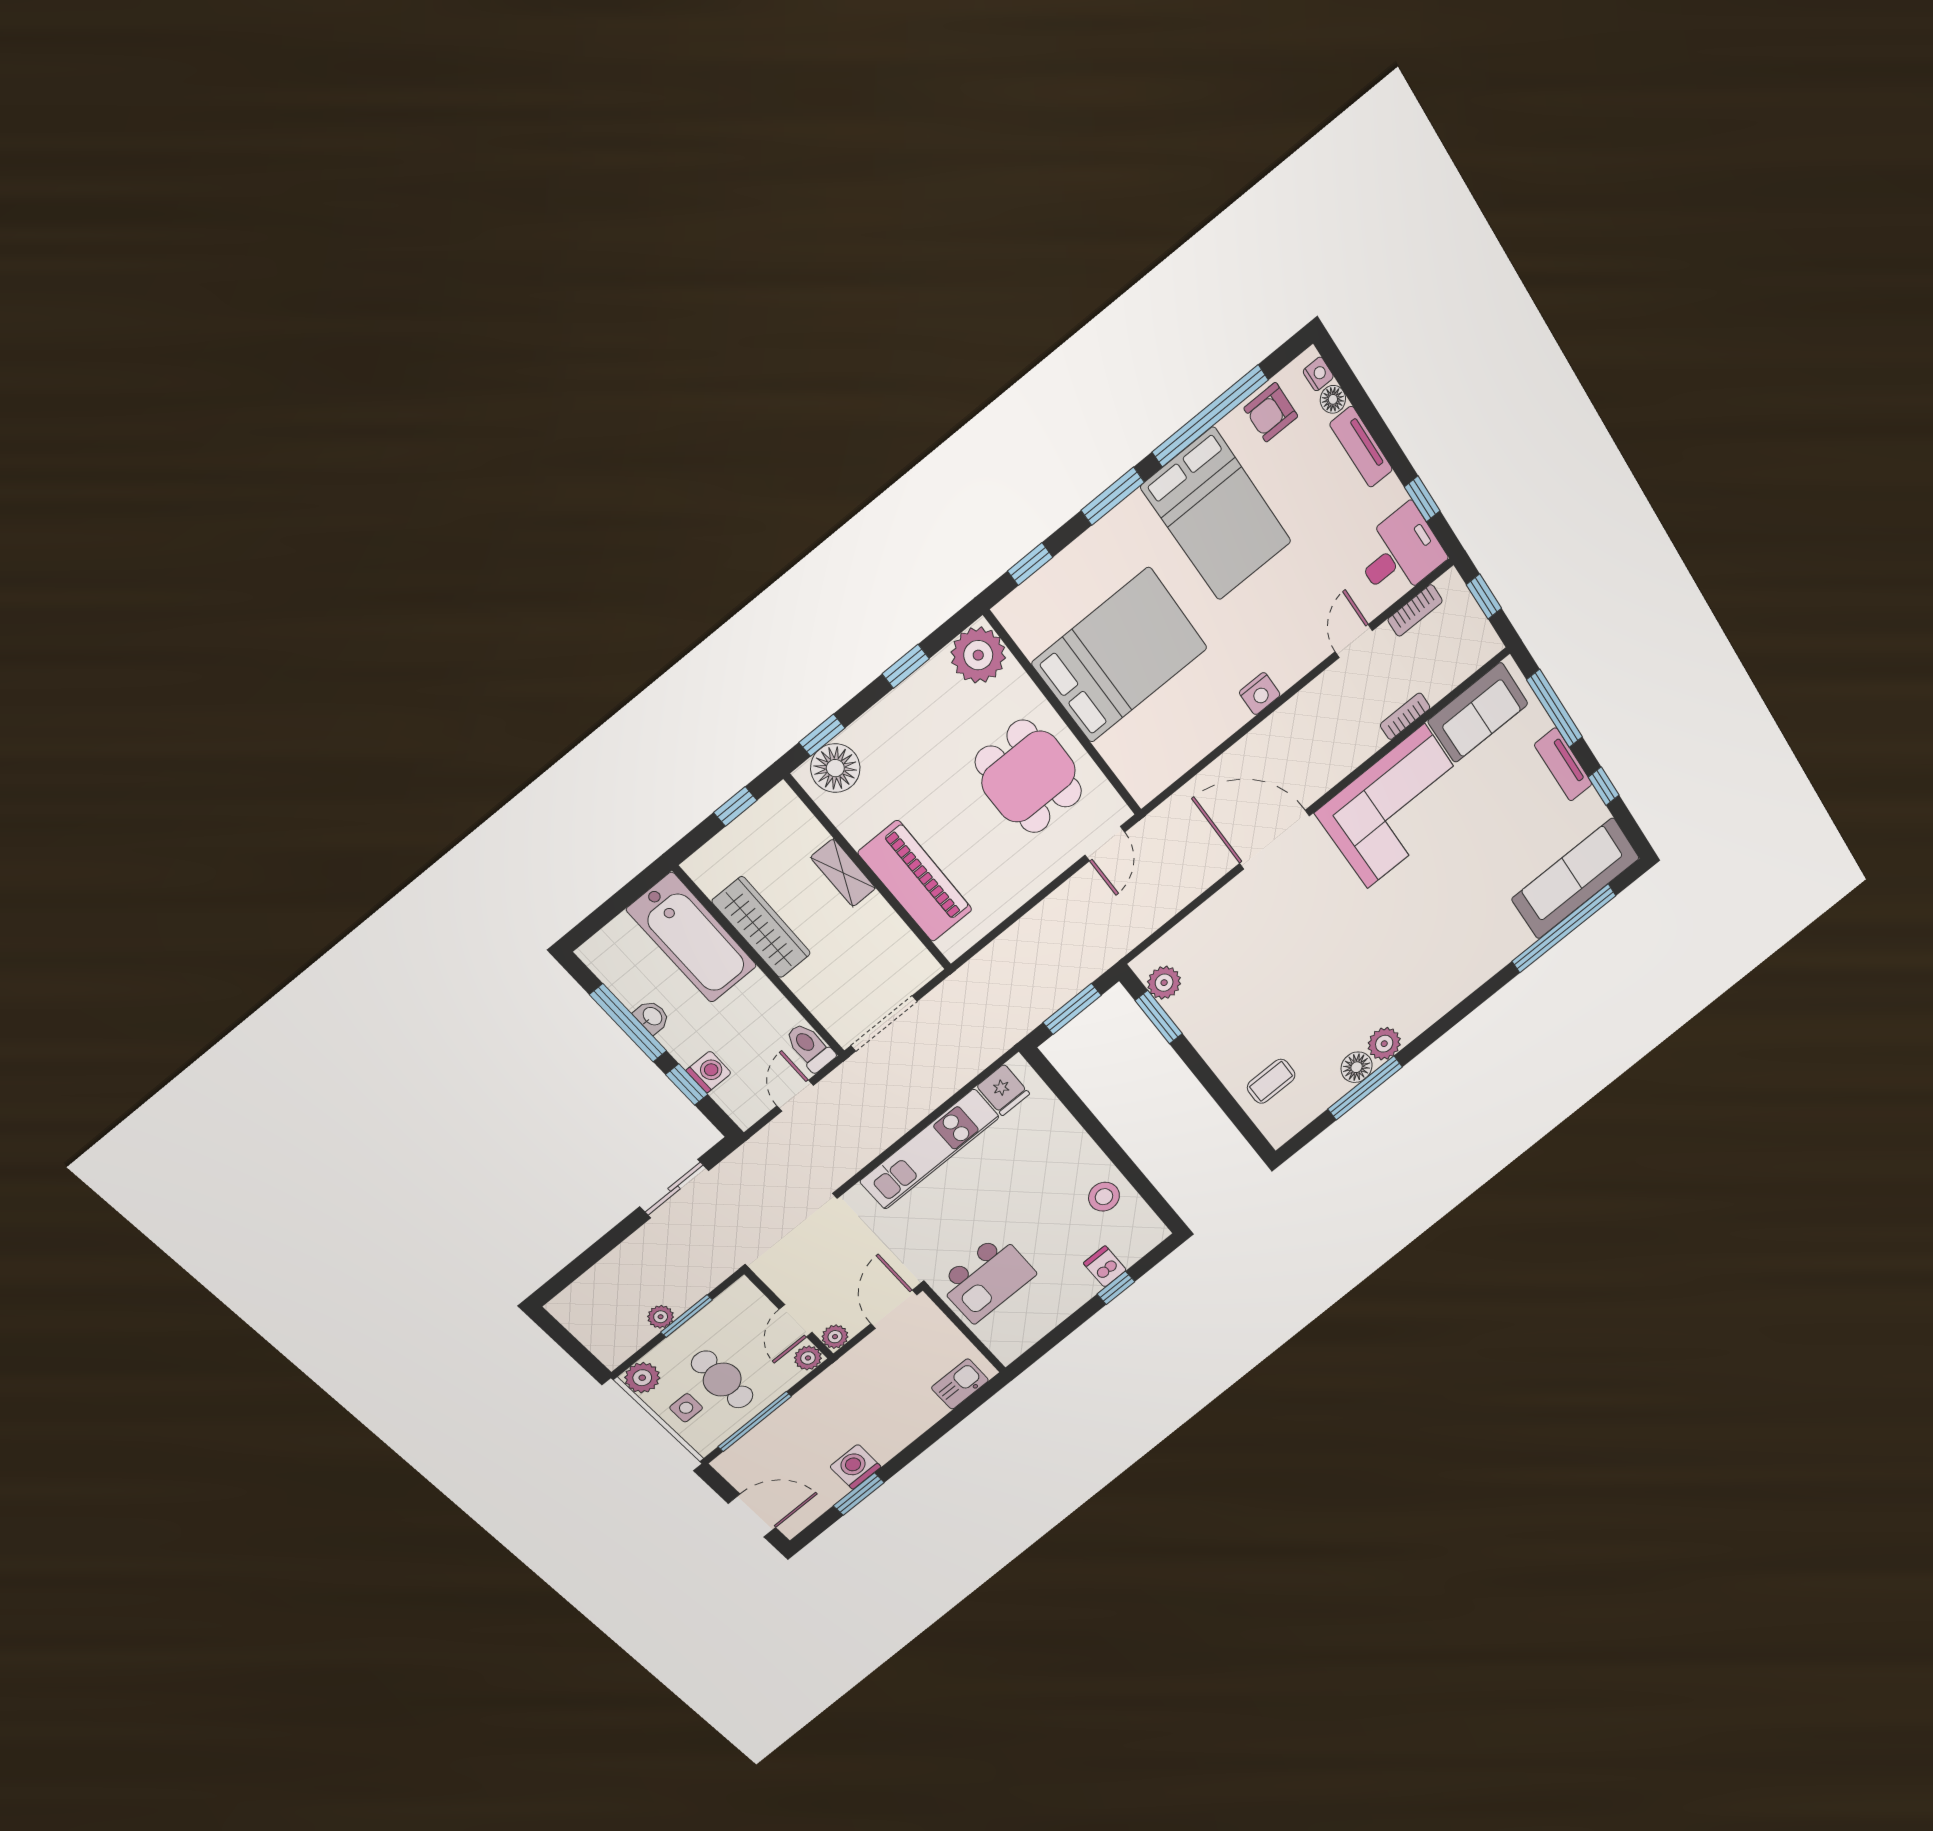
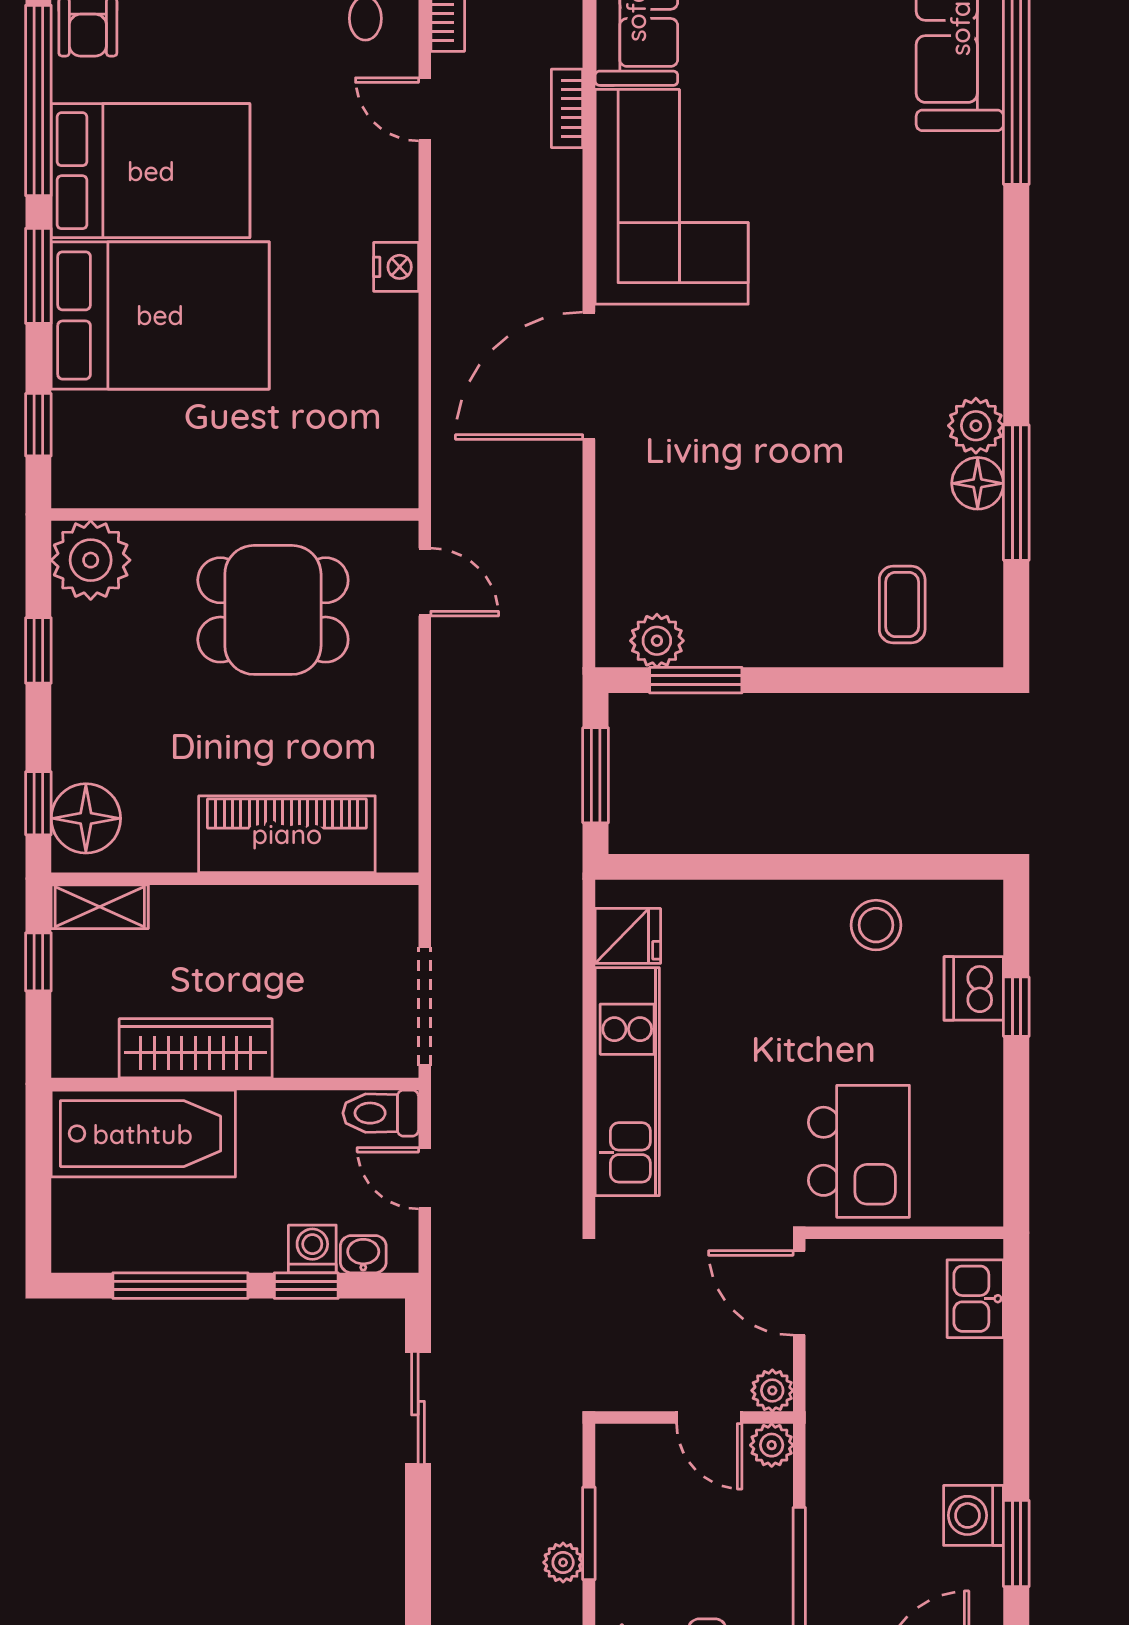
bed: (1120, 655) -> (160, 315), moved, turned 90
shelving: (843, 873) -> (100, 907), moved
washbasin: (652, 1017) -> (363, 1254), moved
dishwasher: (1105, 1267) -> (974, 988), width x1.38
cafe table: (722, 1380) -> (708, 1565), removed

